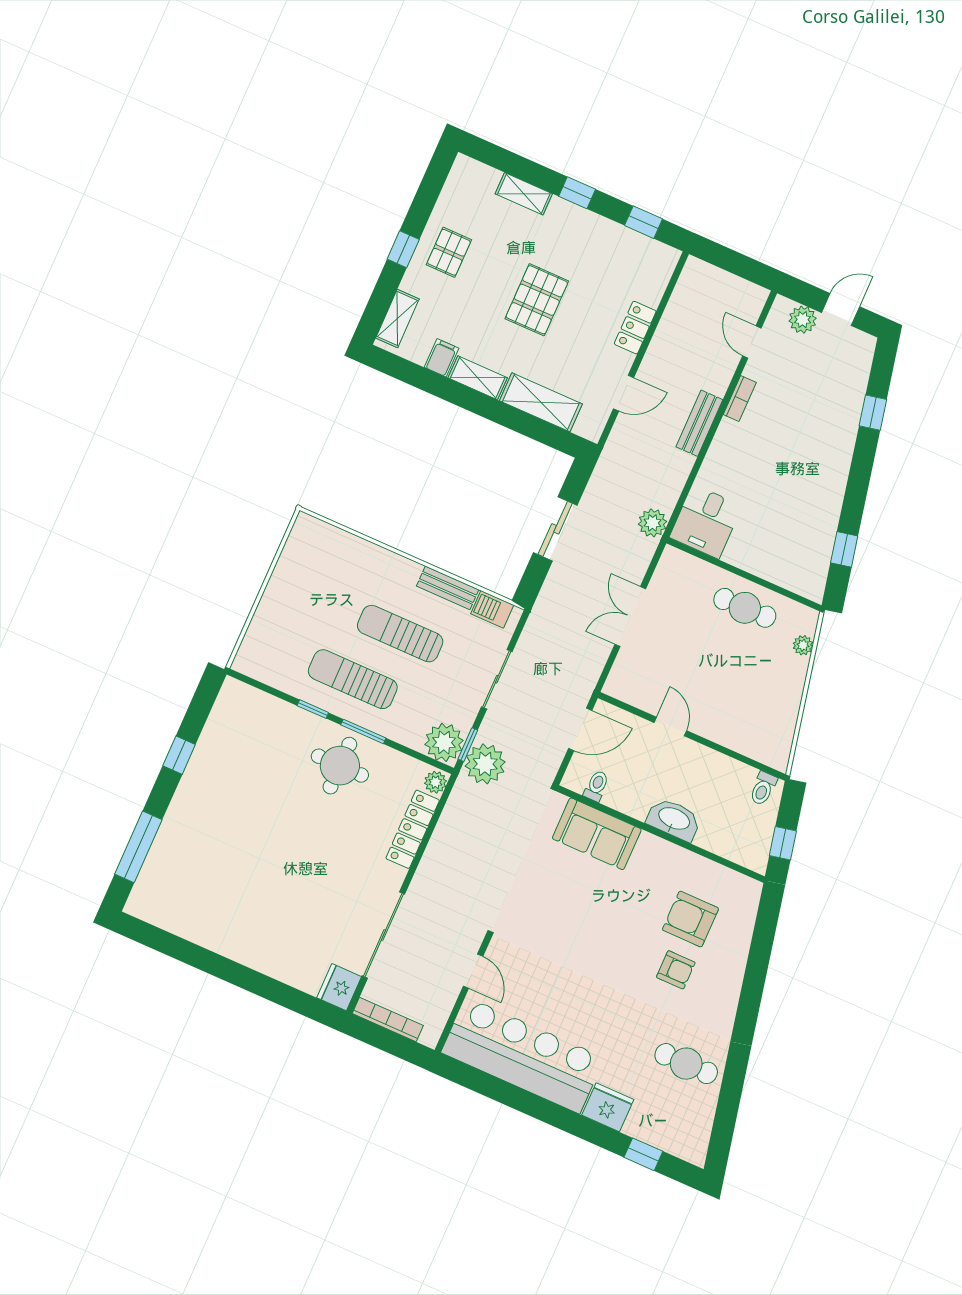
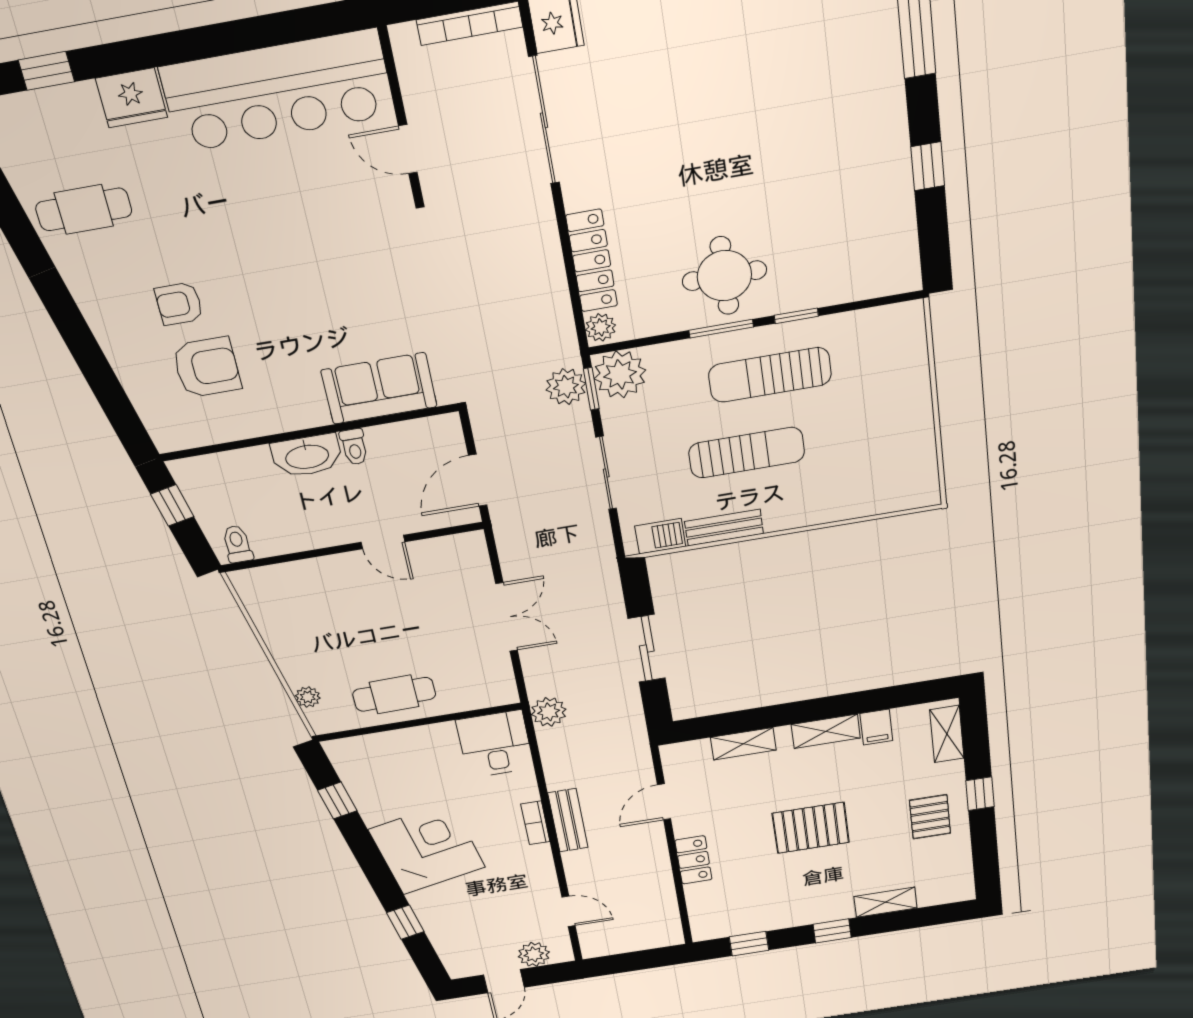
pallet: (537, 300) -> (811, 828), turned 90
bookcase: (740, 399) -> (535, 823), moved
shelving: (541, 402) -> (743, 744), width x0.67, depth x0.75
corner desk: (812, 467) -> (427, 848), added
sun lounger: (353, 679) -> (770, 375), turned 180
plant: (485, 764) -> (566, 387), width x0.73, depth x0.73
toilet: (596, 786) -> (354, 447), moved

